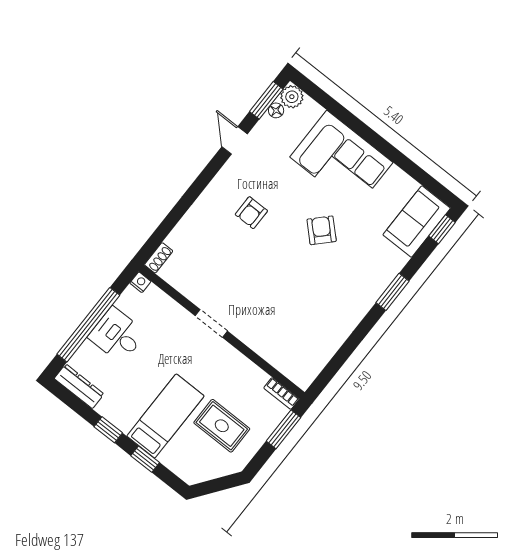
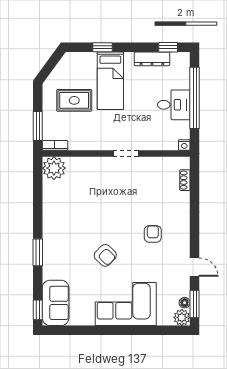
shoe rack: (159, 258) -> (185, 180), moved
plant: (302, 369) -> (54, 168), added
dresser: (79, 386) -> (152, 59), moved
window: (108, 430) -> (168, 47), moved

